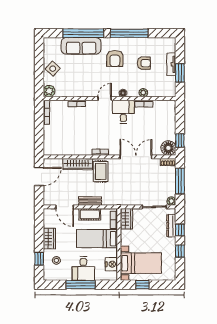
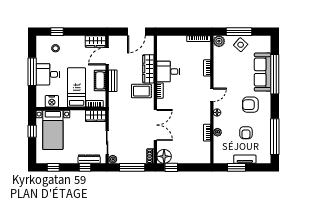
window: (129, 33) -> (275, 137), moved
window: (39, 70) -> (239, 32), added
door: (105, 98) -> (212, 95), hinge flipped
desk: (123, 112) -> (168, 72), moved, turned 180
door: (39, 177) -> (136, 32), hinge flipped
wardrobe: (49, 238) -> (96, 41), moved
window: (180, 251) -> (53, 167), moved

